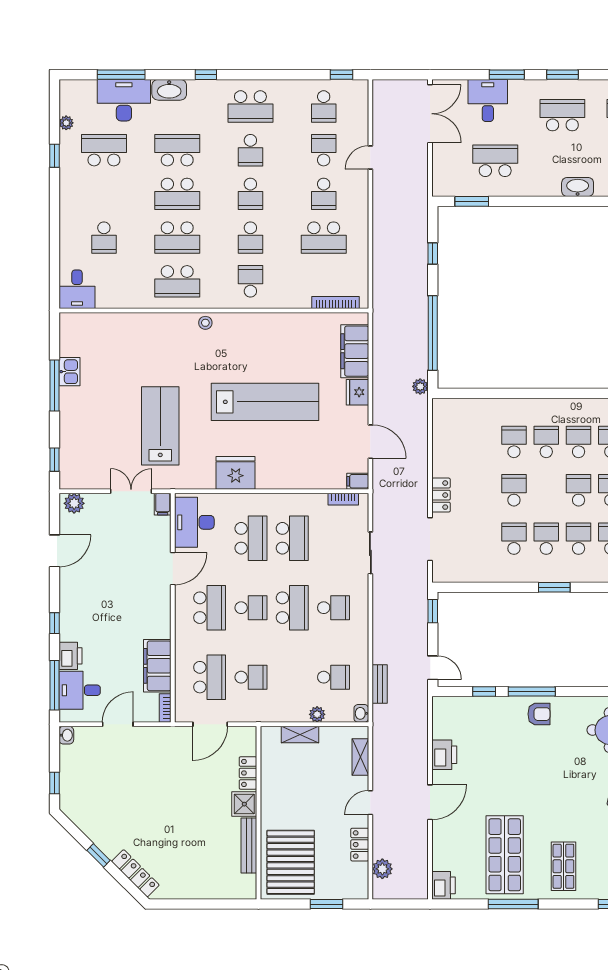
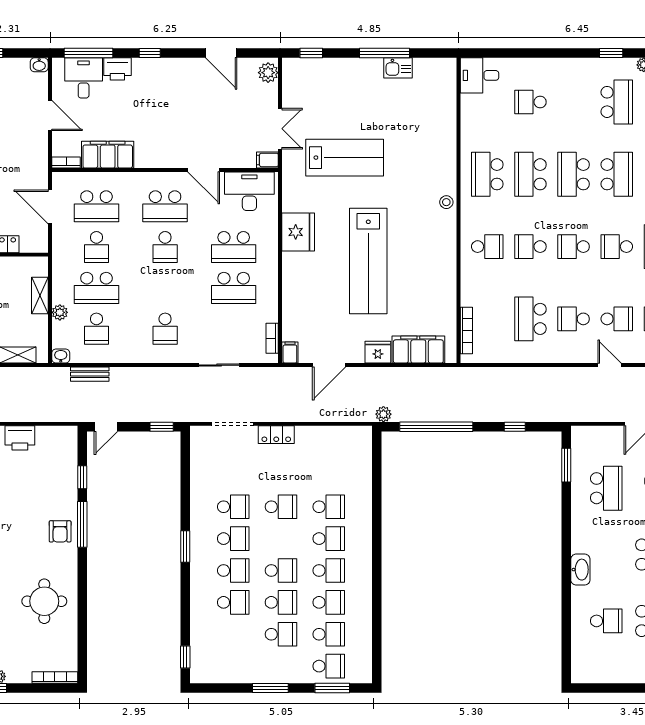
school desk: (292, 608) -> (96, 288), moved

